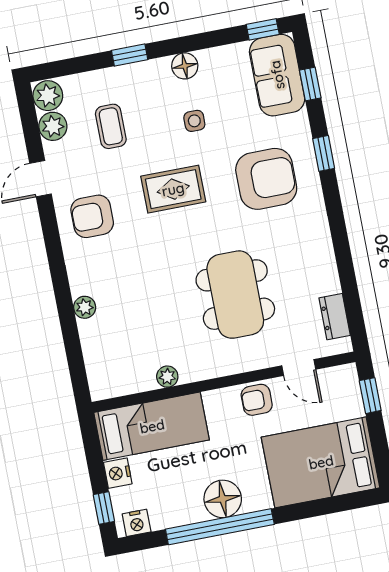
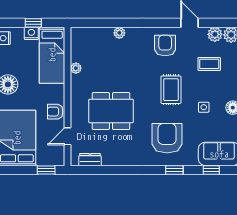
armchair: (266, 179) -> (167, 138), turned 180
armchair: (257, 400) -> (55, 112), turned -90
window: (104, 508) -> (33, 23), moved

